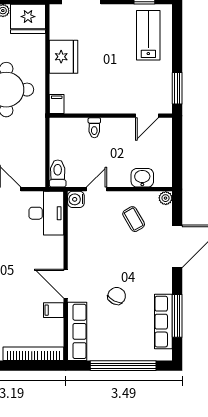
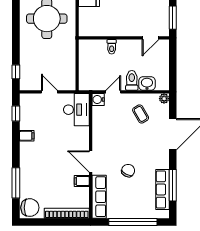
filing cabinet: (57, 104) -> (84, 29), removed
toilet: (58, 174) -> (132, 80), moved

